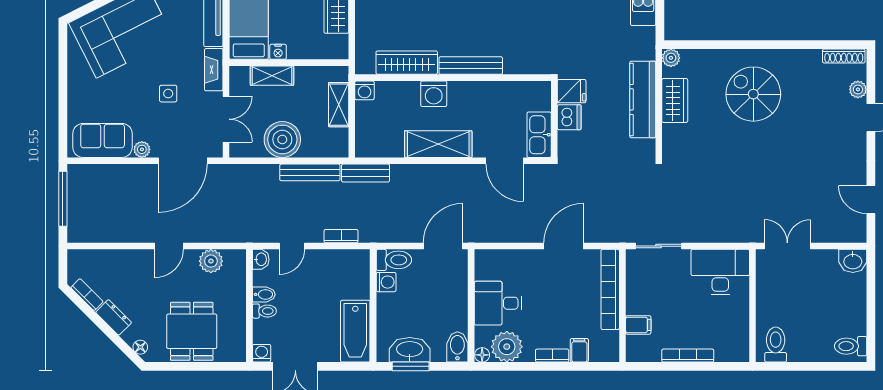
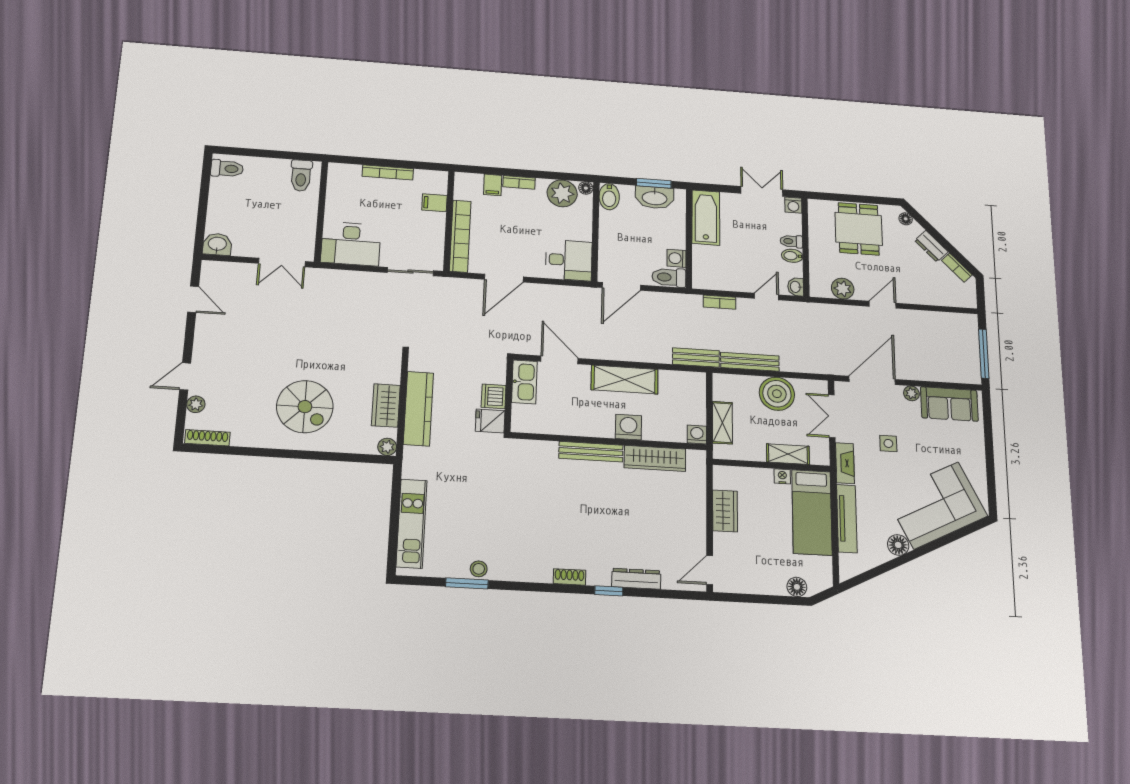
desk: (498, 303) -> (569, 260), moved

